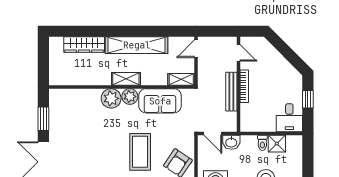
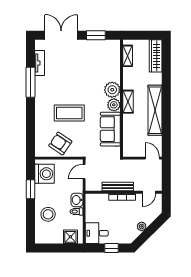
wardrobe: (84, 45) -> (156, 56), moved
plant: (281, 62) -> (142, 226), added
shelving: (181, 79) -> (128, 56), moved
washbasin: (231, 142) -> (77, 200), moved
shower: (277, 144) -> (70, 237), moved

